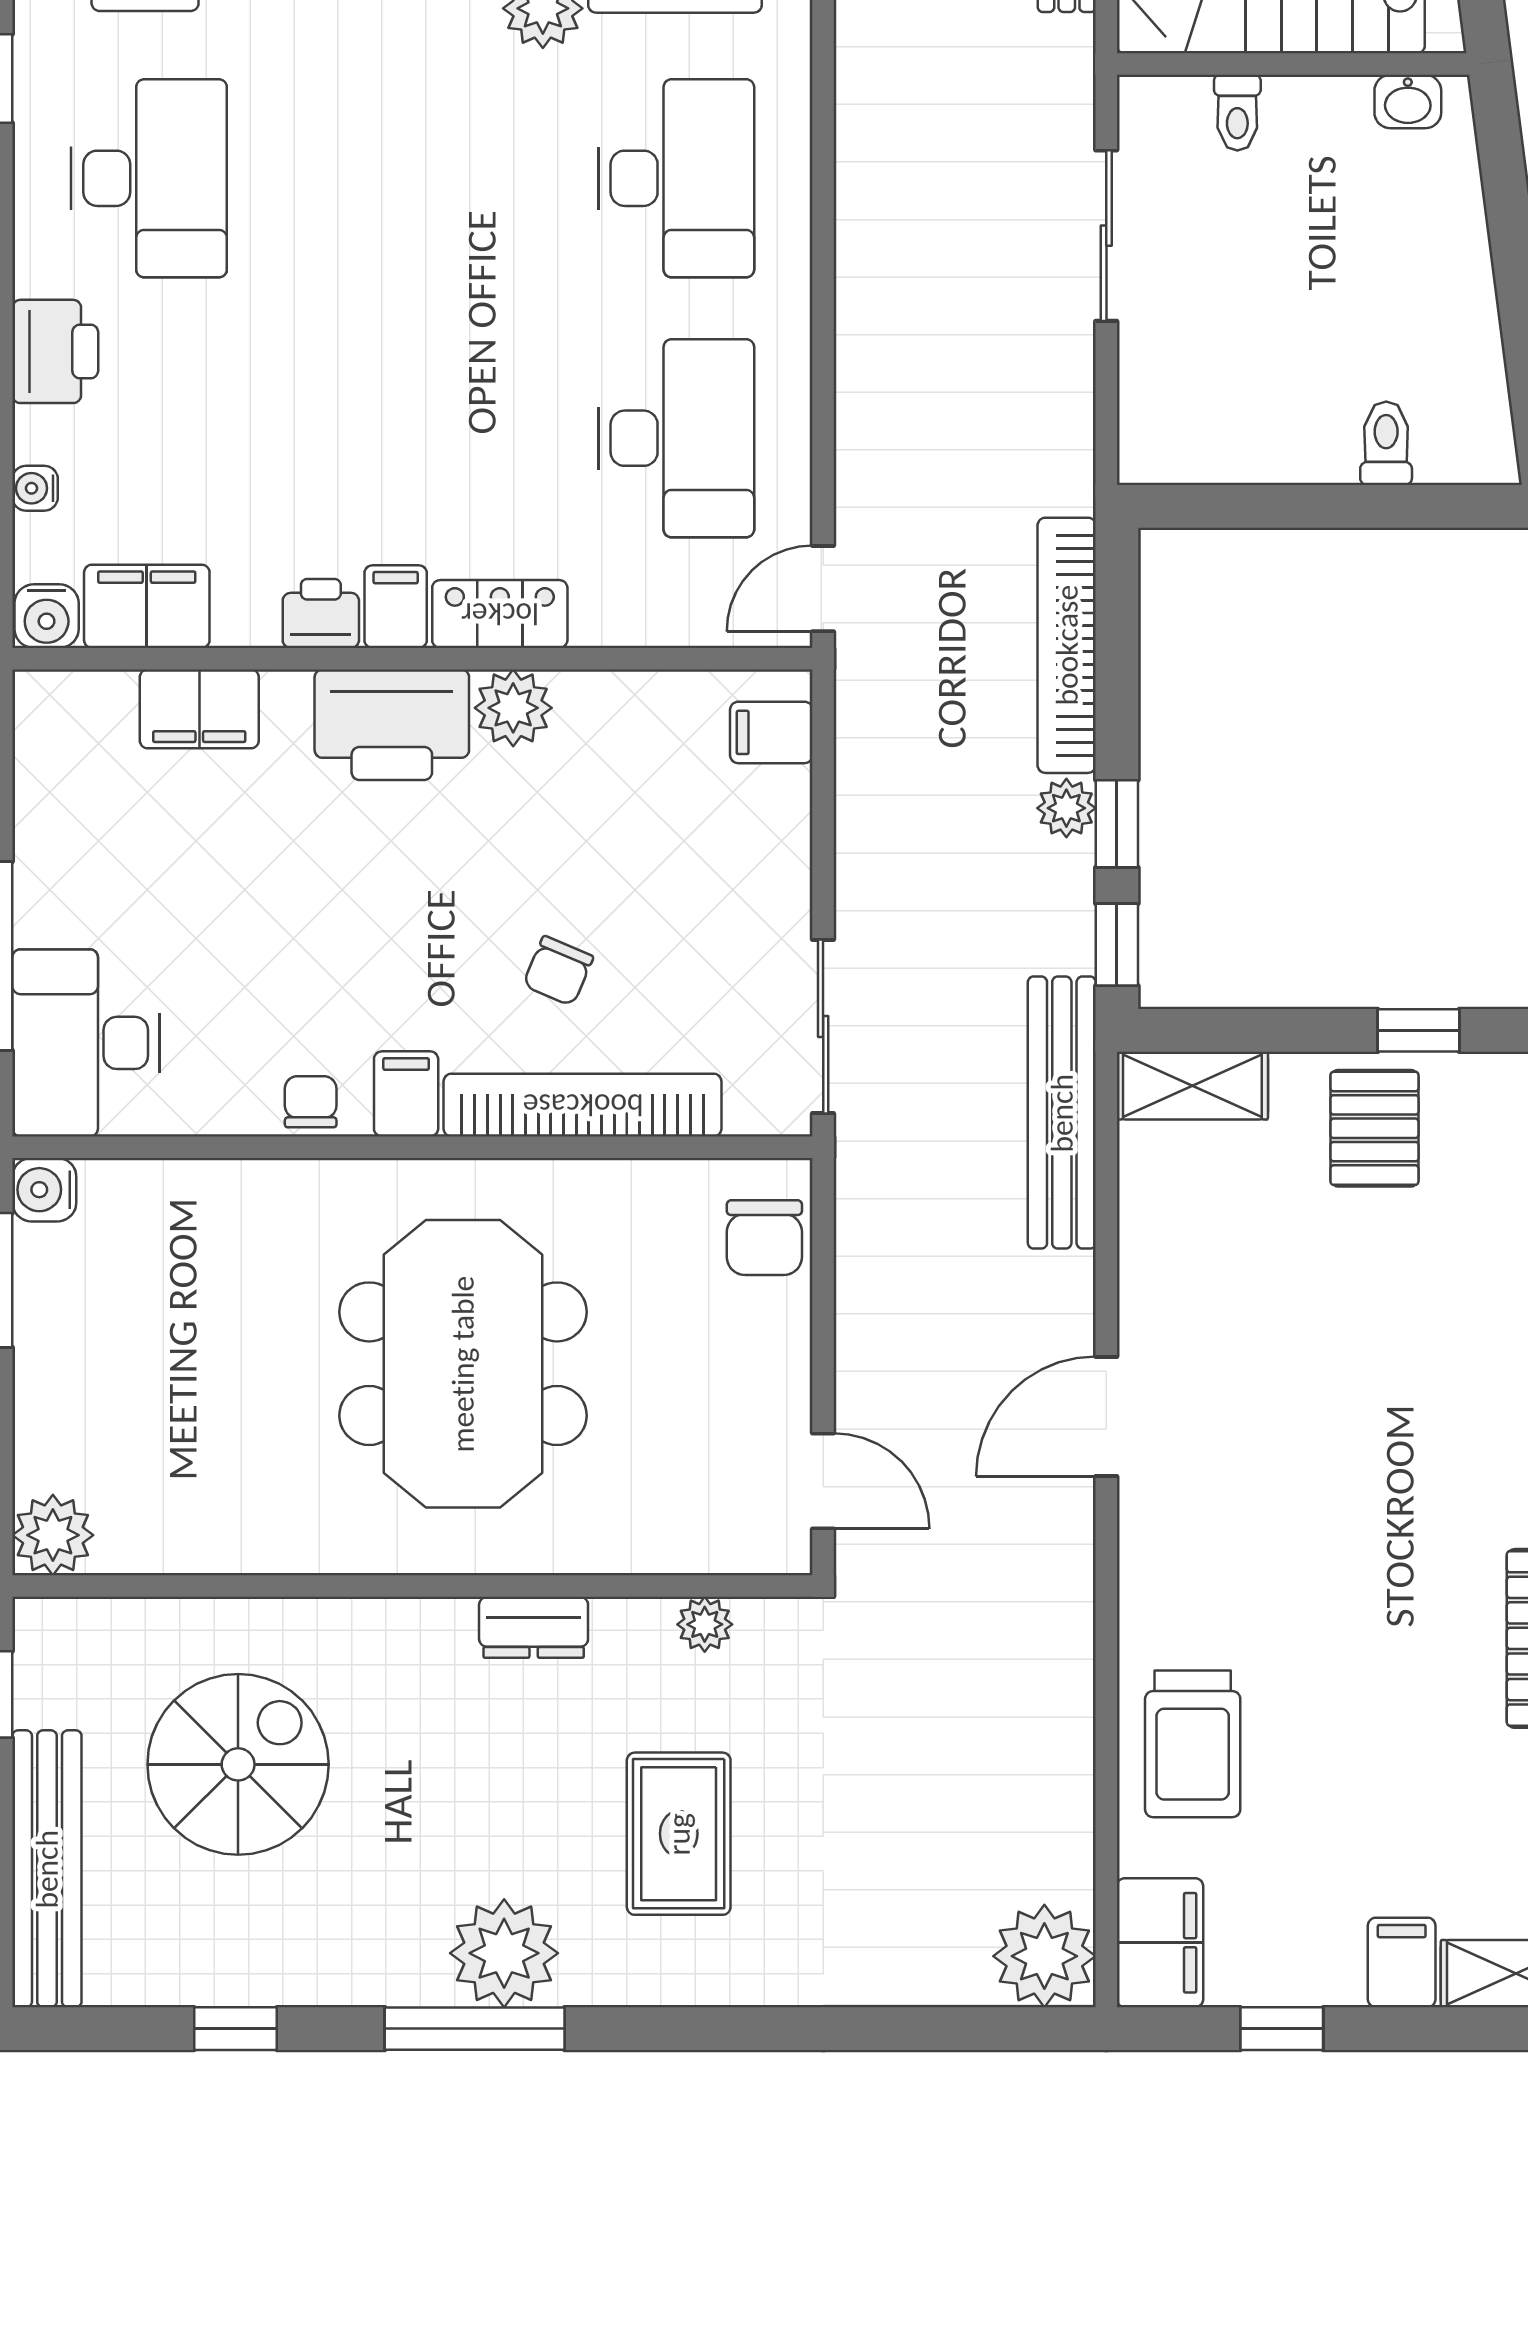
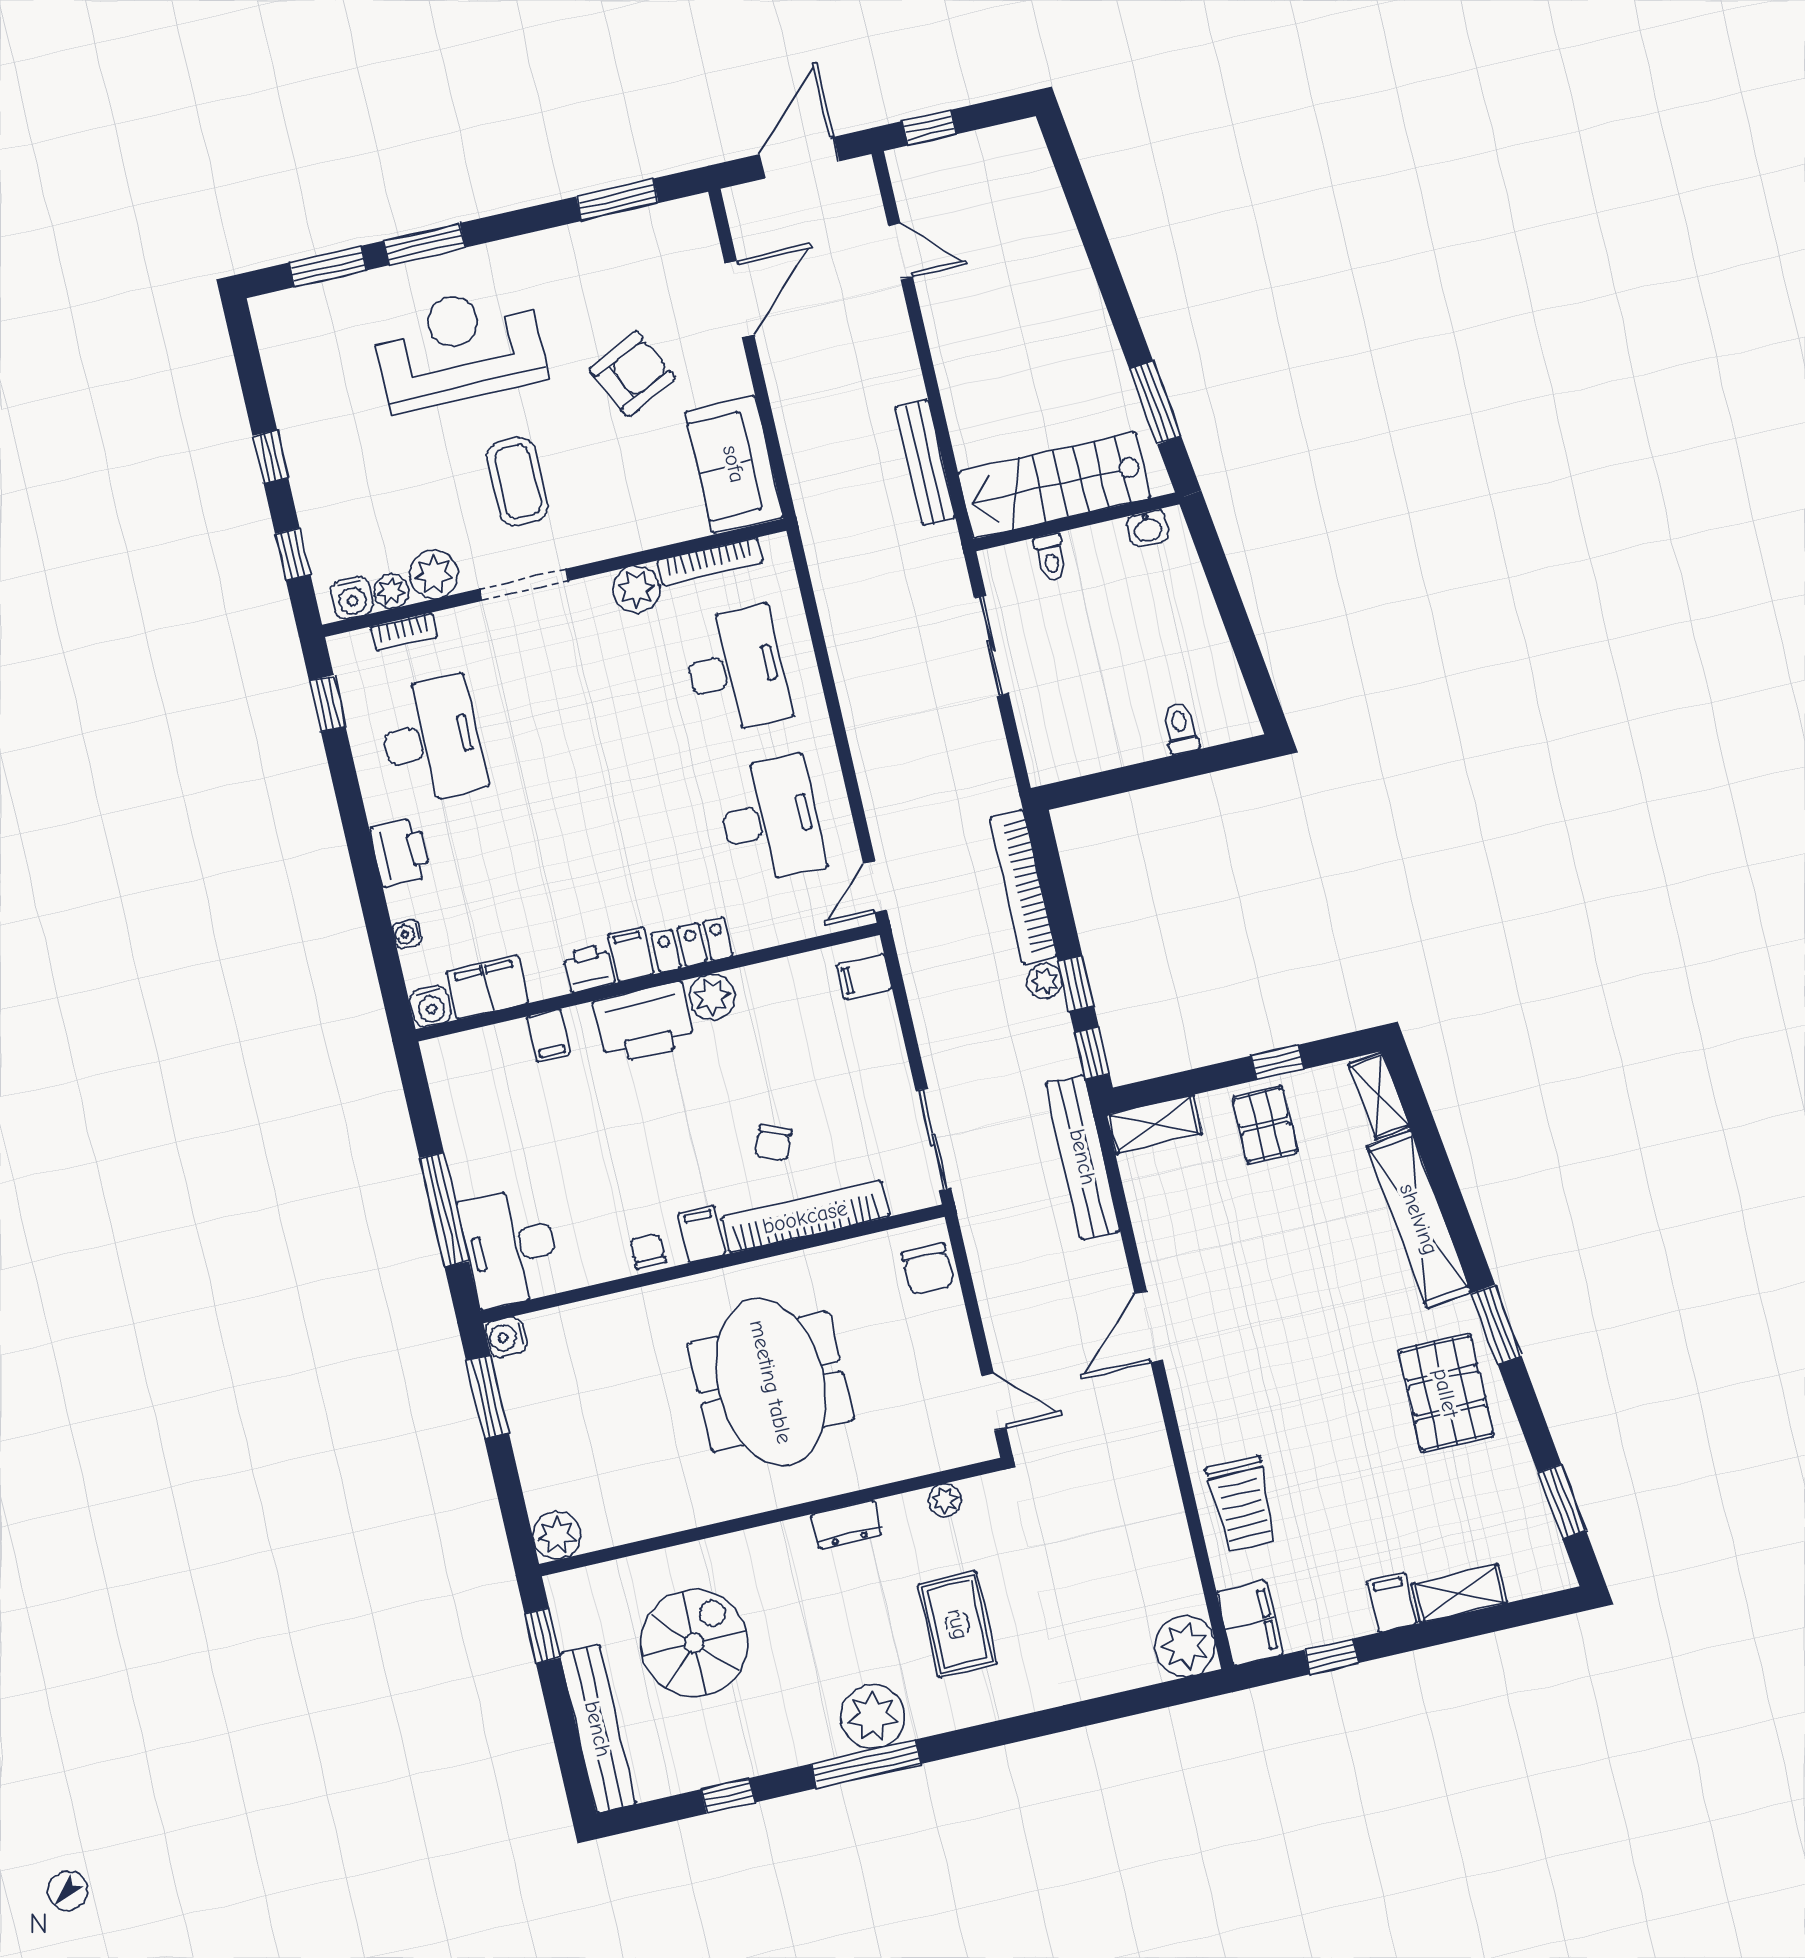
filing cabinet: (199, 709) -> (548, 1035), width x0.50

